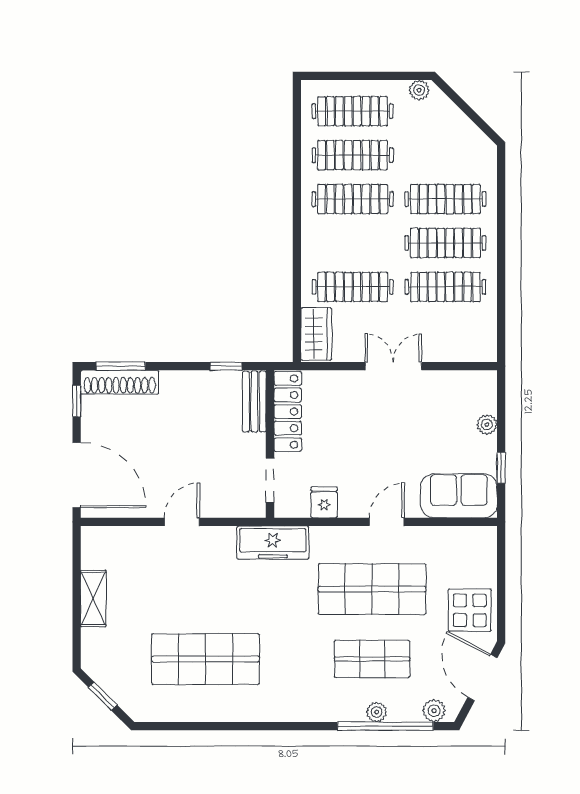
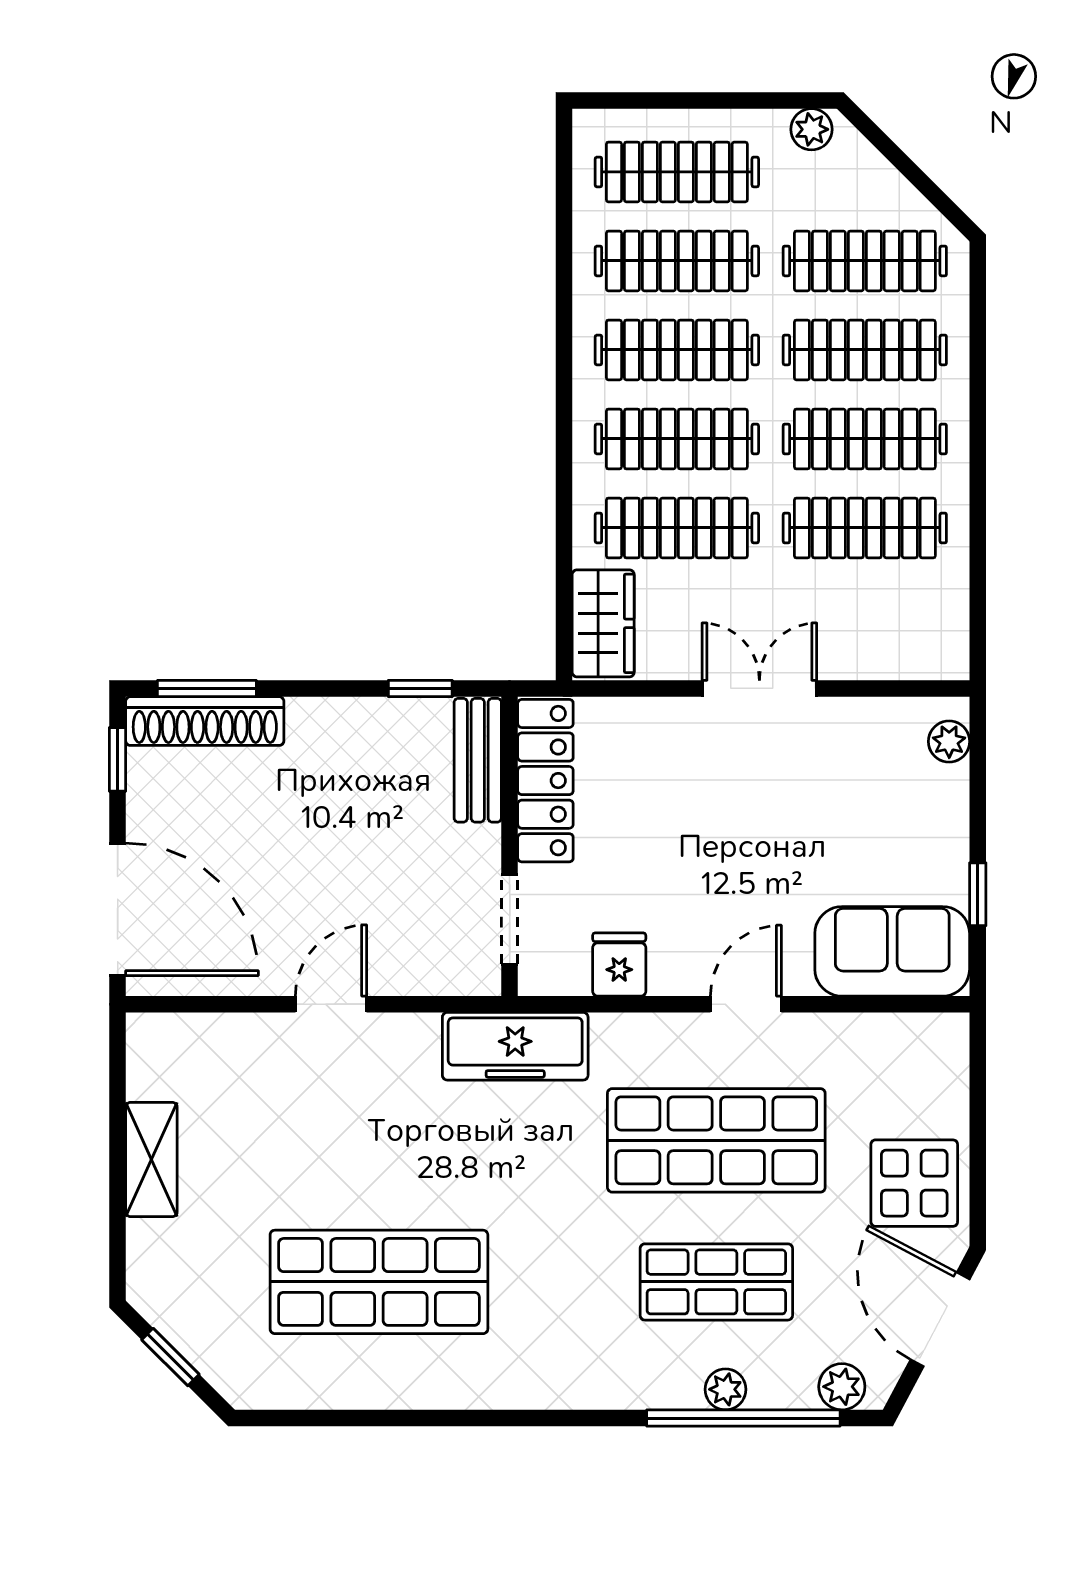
clothes rail: (445, 155) -> (865, 261), added
clothes rail: (353, 243) -> (677, 439), added
plant: (487, 425) -> (949, 741), moved

